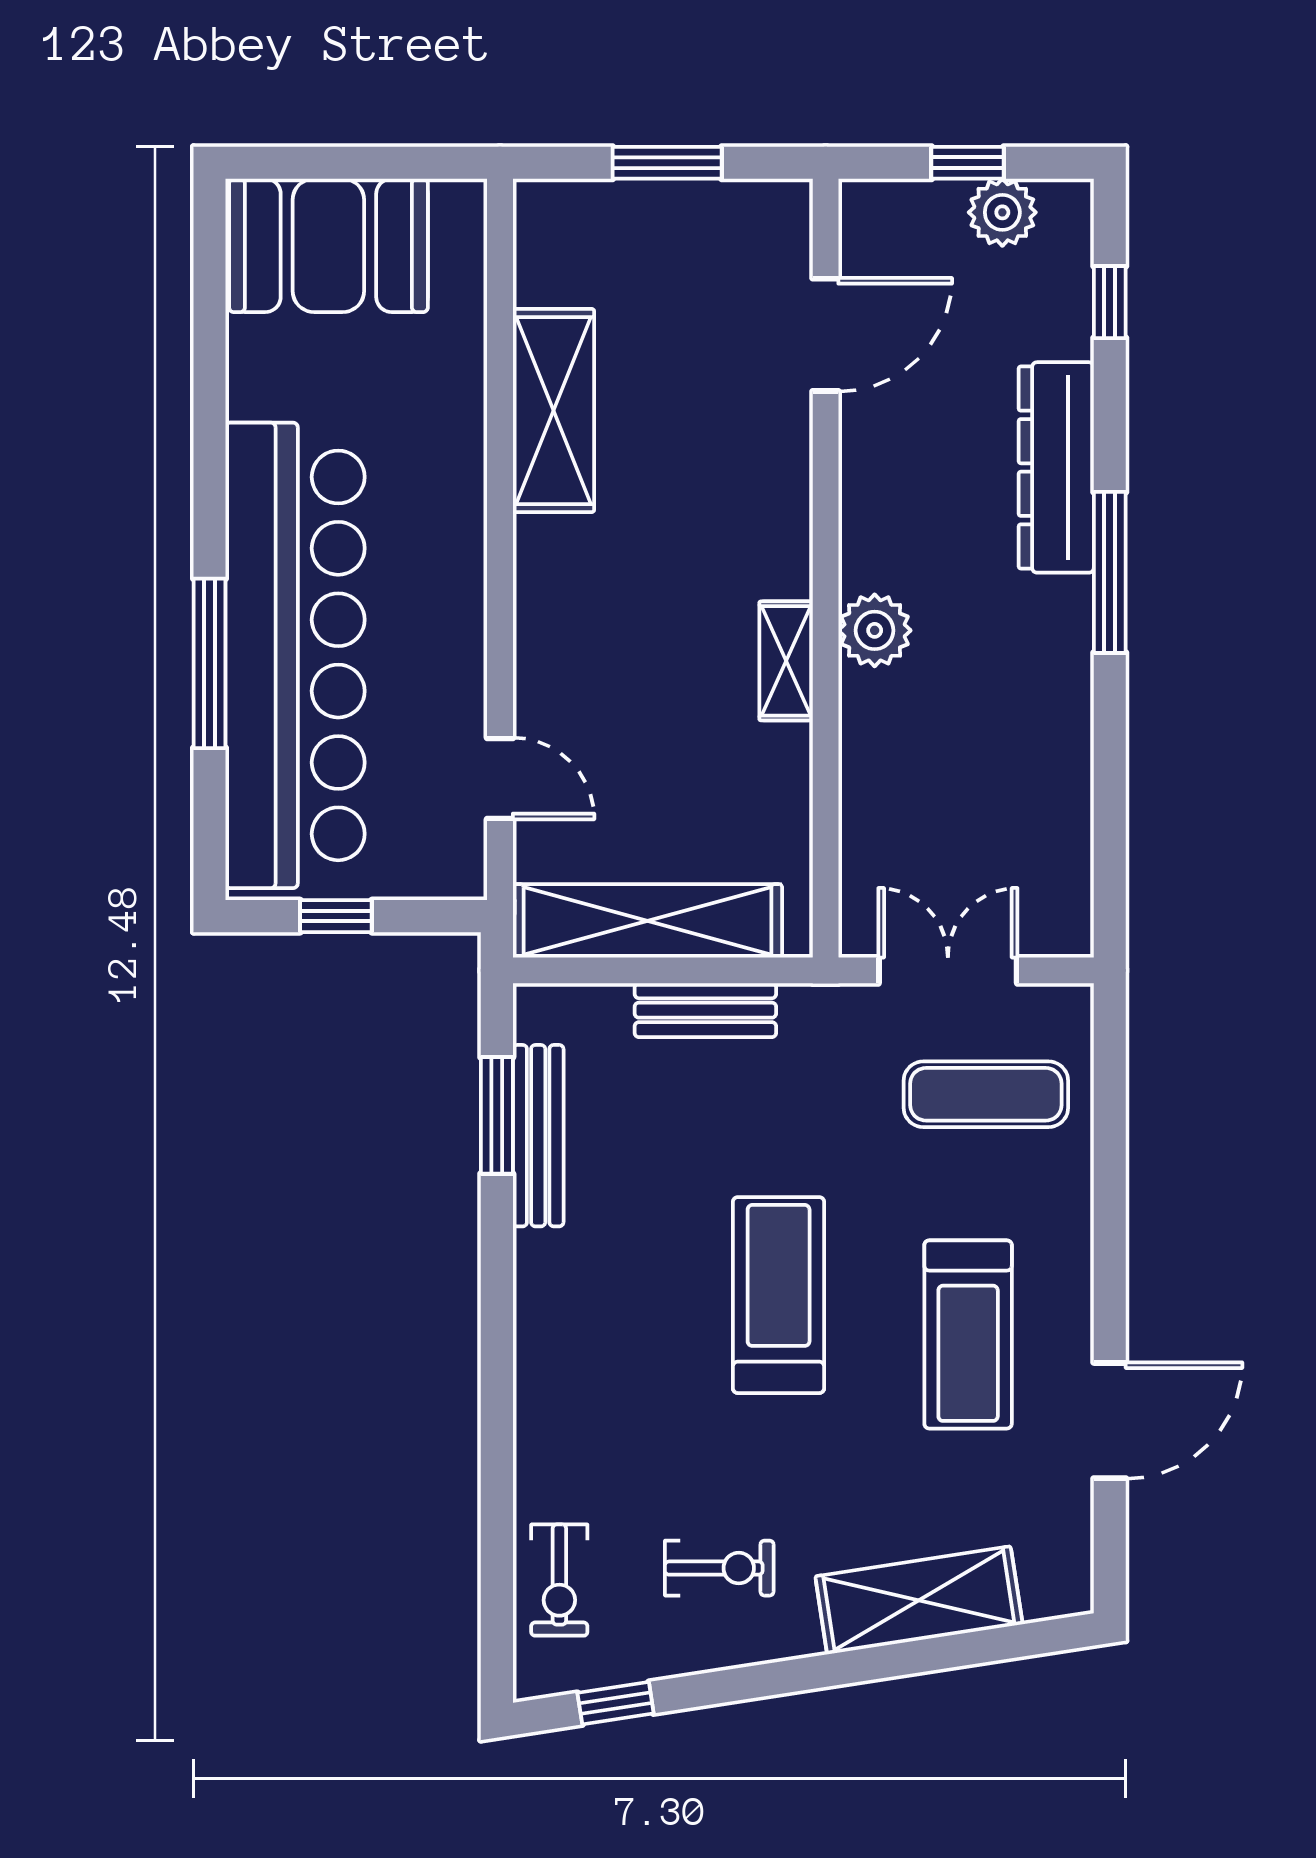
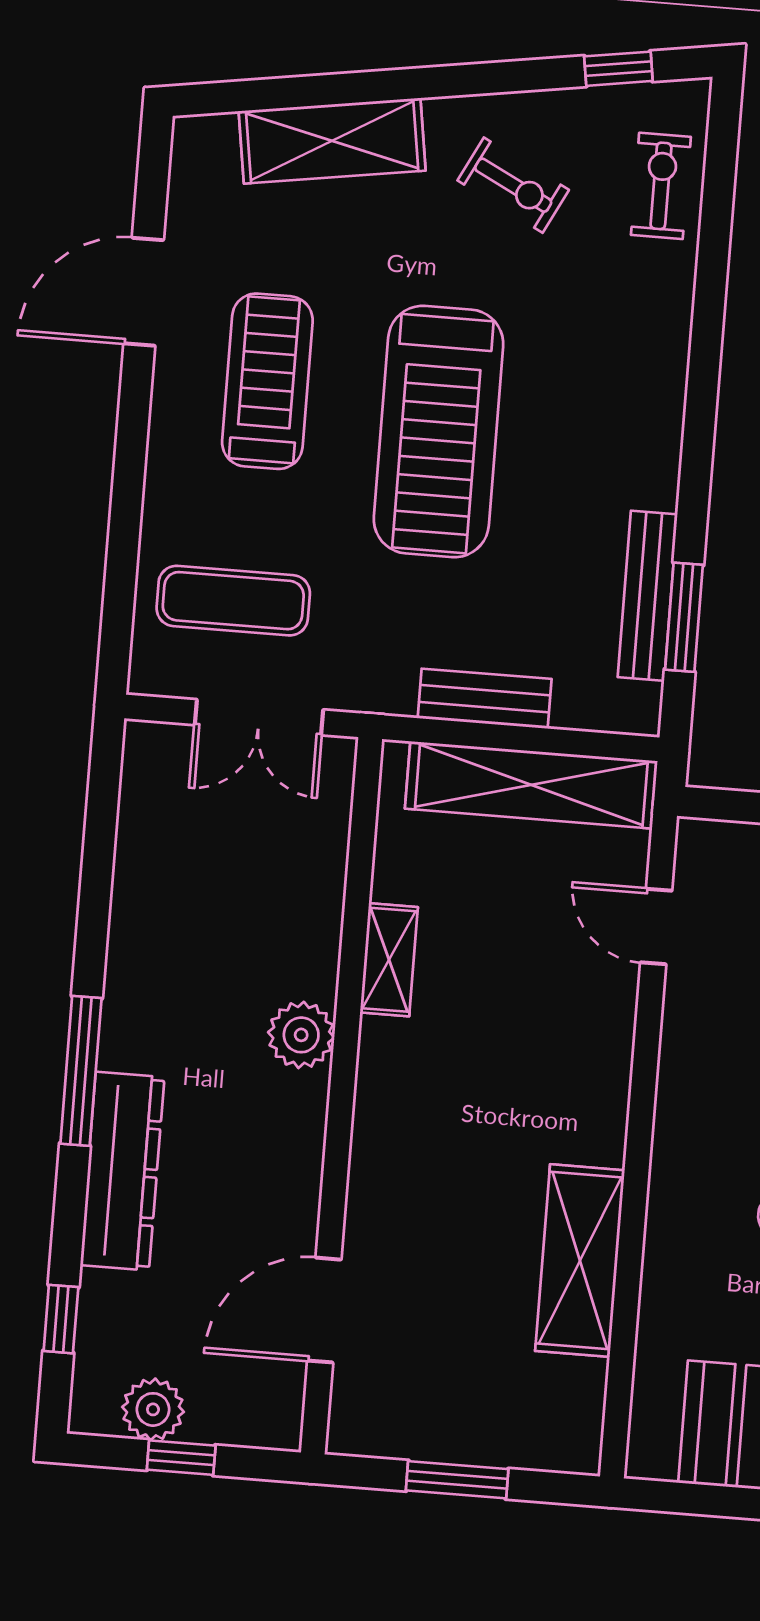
shelving: (786, 661) -> (389, 960), moved
treadmill: (779, 1295) -> (439, 432), width x1.37, depth x1.38
exercise bike: (719, 1568) -> (513, 185), turned -153

